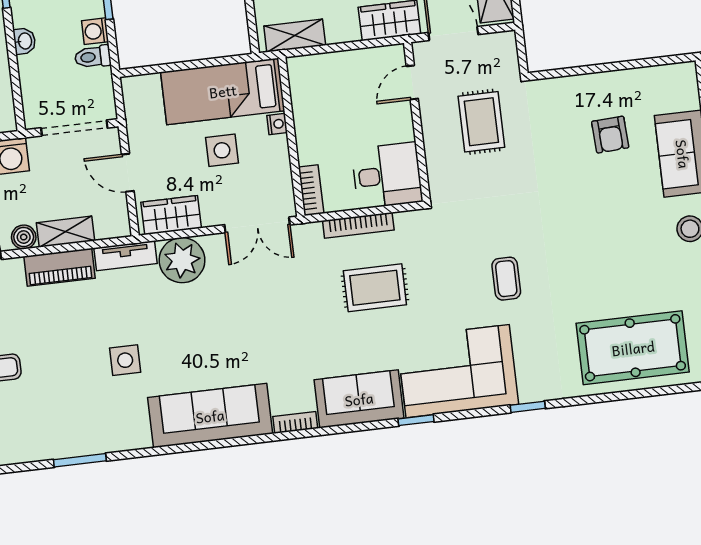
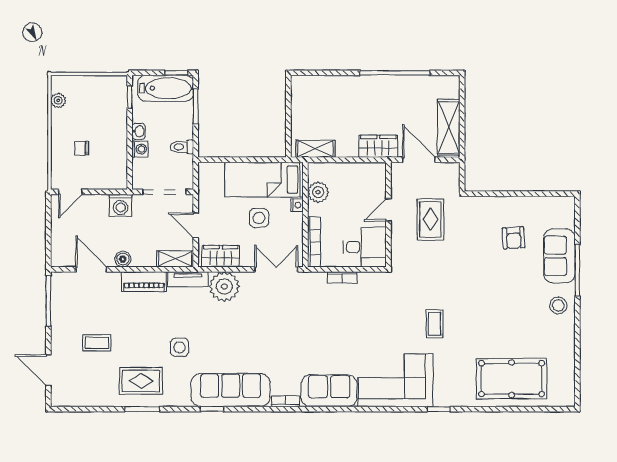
washing machine: (95, 31) -> (140, 149), moved, turned 180
door: (412, 82) -> (388, 210), moved
plant: (307, 101) -> (318, 192), added
bookcase: (311, 190) -> (314, 242), width x1.56
double door: (257, 225) -> (276, 269), swing flipped
bookcase: (358, 225) -> (342, 277), width x0.64
shelving: (66, 232) -> (175, 259), moved
rug: (375, 288) -> (141, 381), moved
window: (416, 420) -> (212, 409), moved

